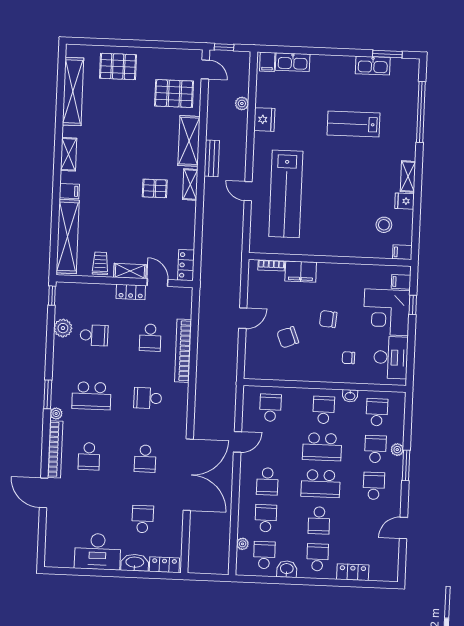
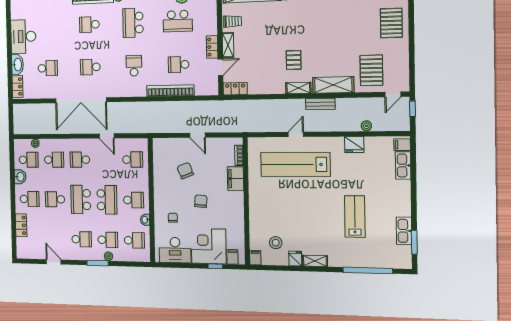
school desk: (94, 335) -> (178, 21), width x1.85
school desk: (322, 447) -> (107, 200), turned 180

